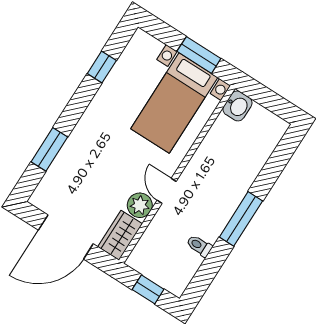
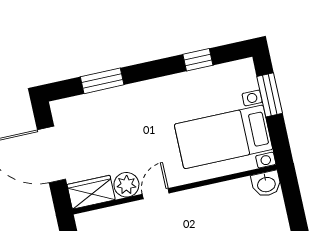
window: (199, 55) -> (270, 95), moved

